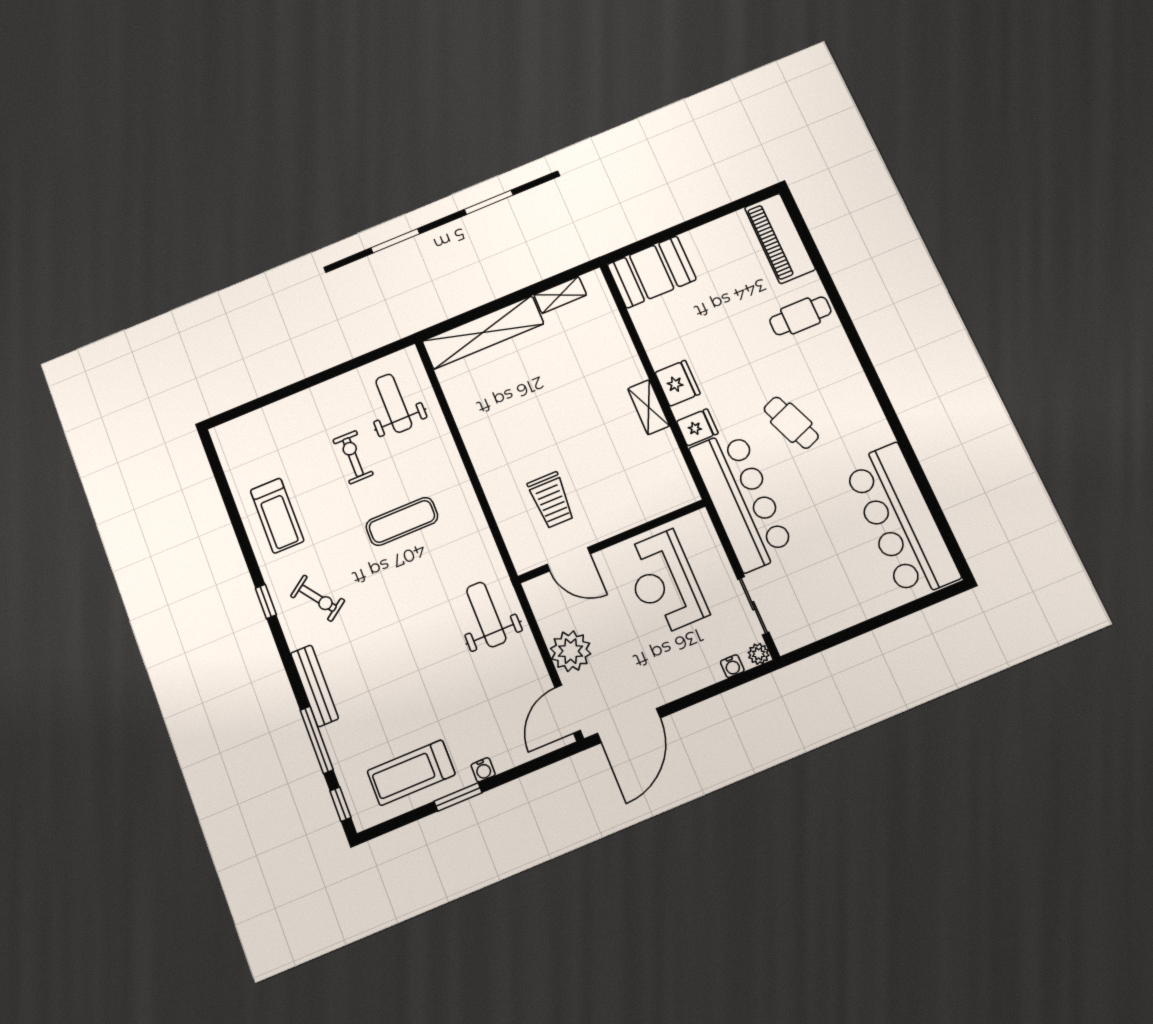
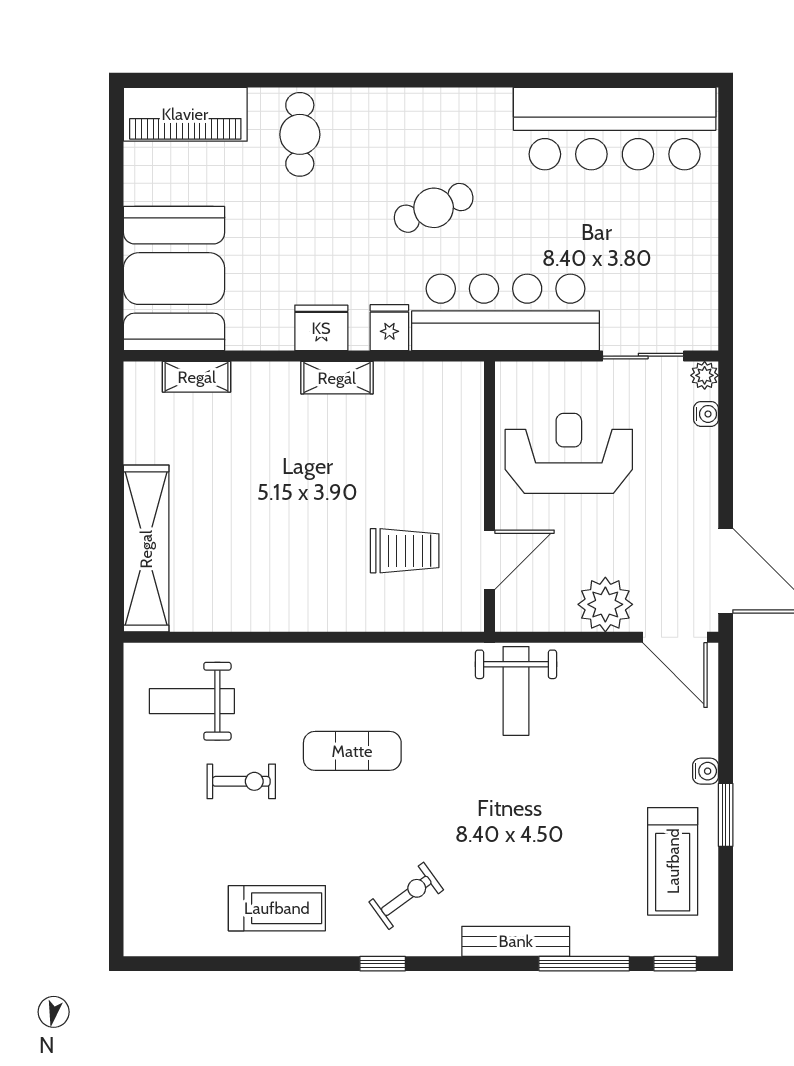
booth: (652, 272) -> (174, 279), width x1.36, depth x1.42
shelving: (560, 295) -> (197, 377), moved, turned 90
exercise bike: (353, 457) -> (241, 781), turned 180
exercise mat: (402, 521) -> (352, 751), turned 90
reception desk: (664, 583) -> (569, 453), turned 180
weight bench: (486, 615) -> (516, 691), turned -90

